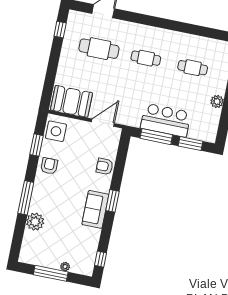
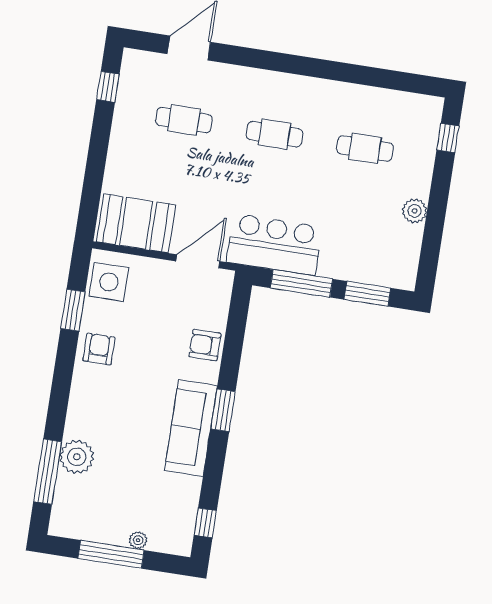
cafe table: (99, 49) -> (184, 120), width x0.73, depth x0.74
bar counter: (166, 120) -> (274, 244), moved
window: (26, 198) -> (48, 472), moved
sofa: (95, 209) -> (191, 428), width x1.36

